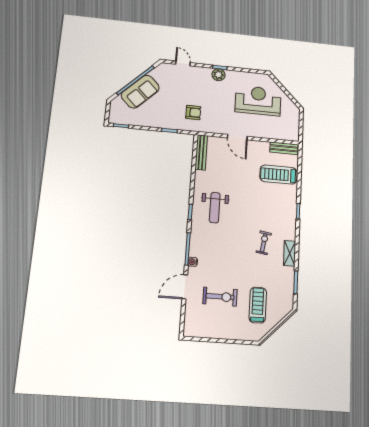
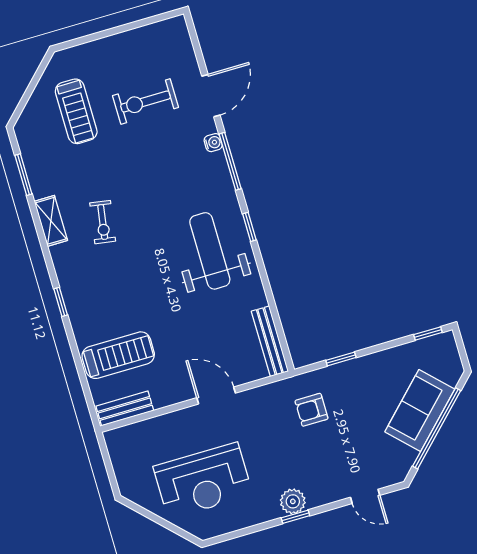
weight bench: (215, 208) -> (210, 251), width x1.36, depth x1.33

